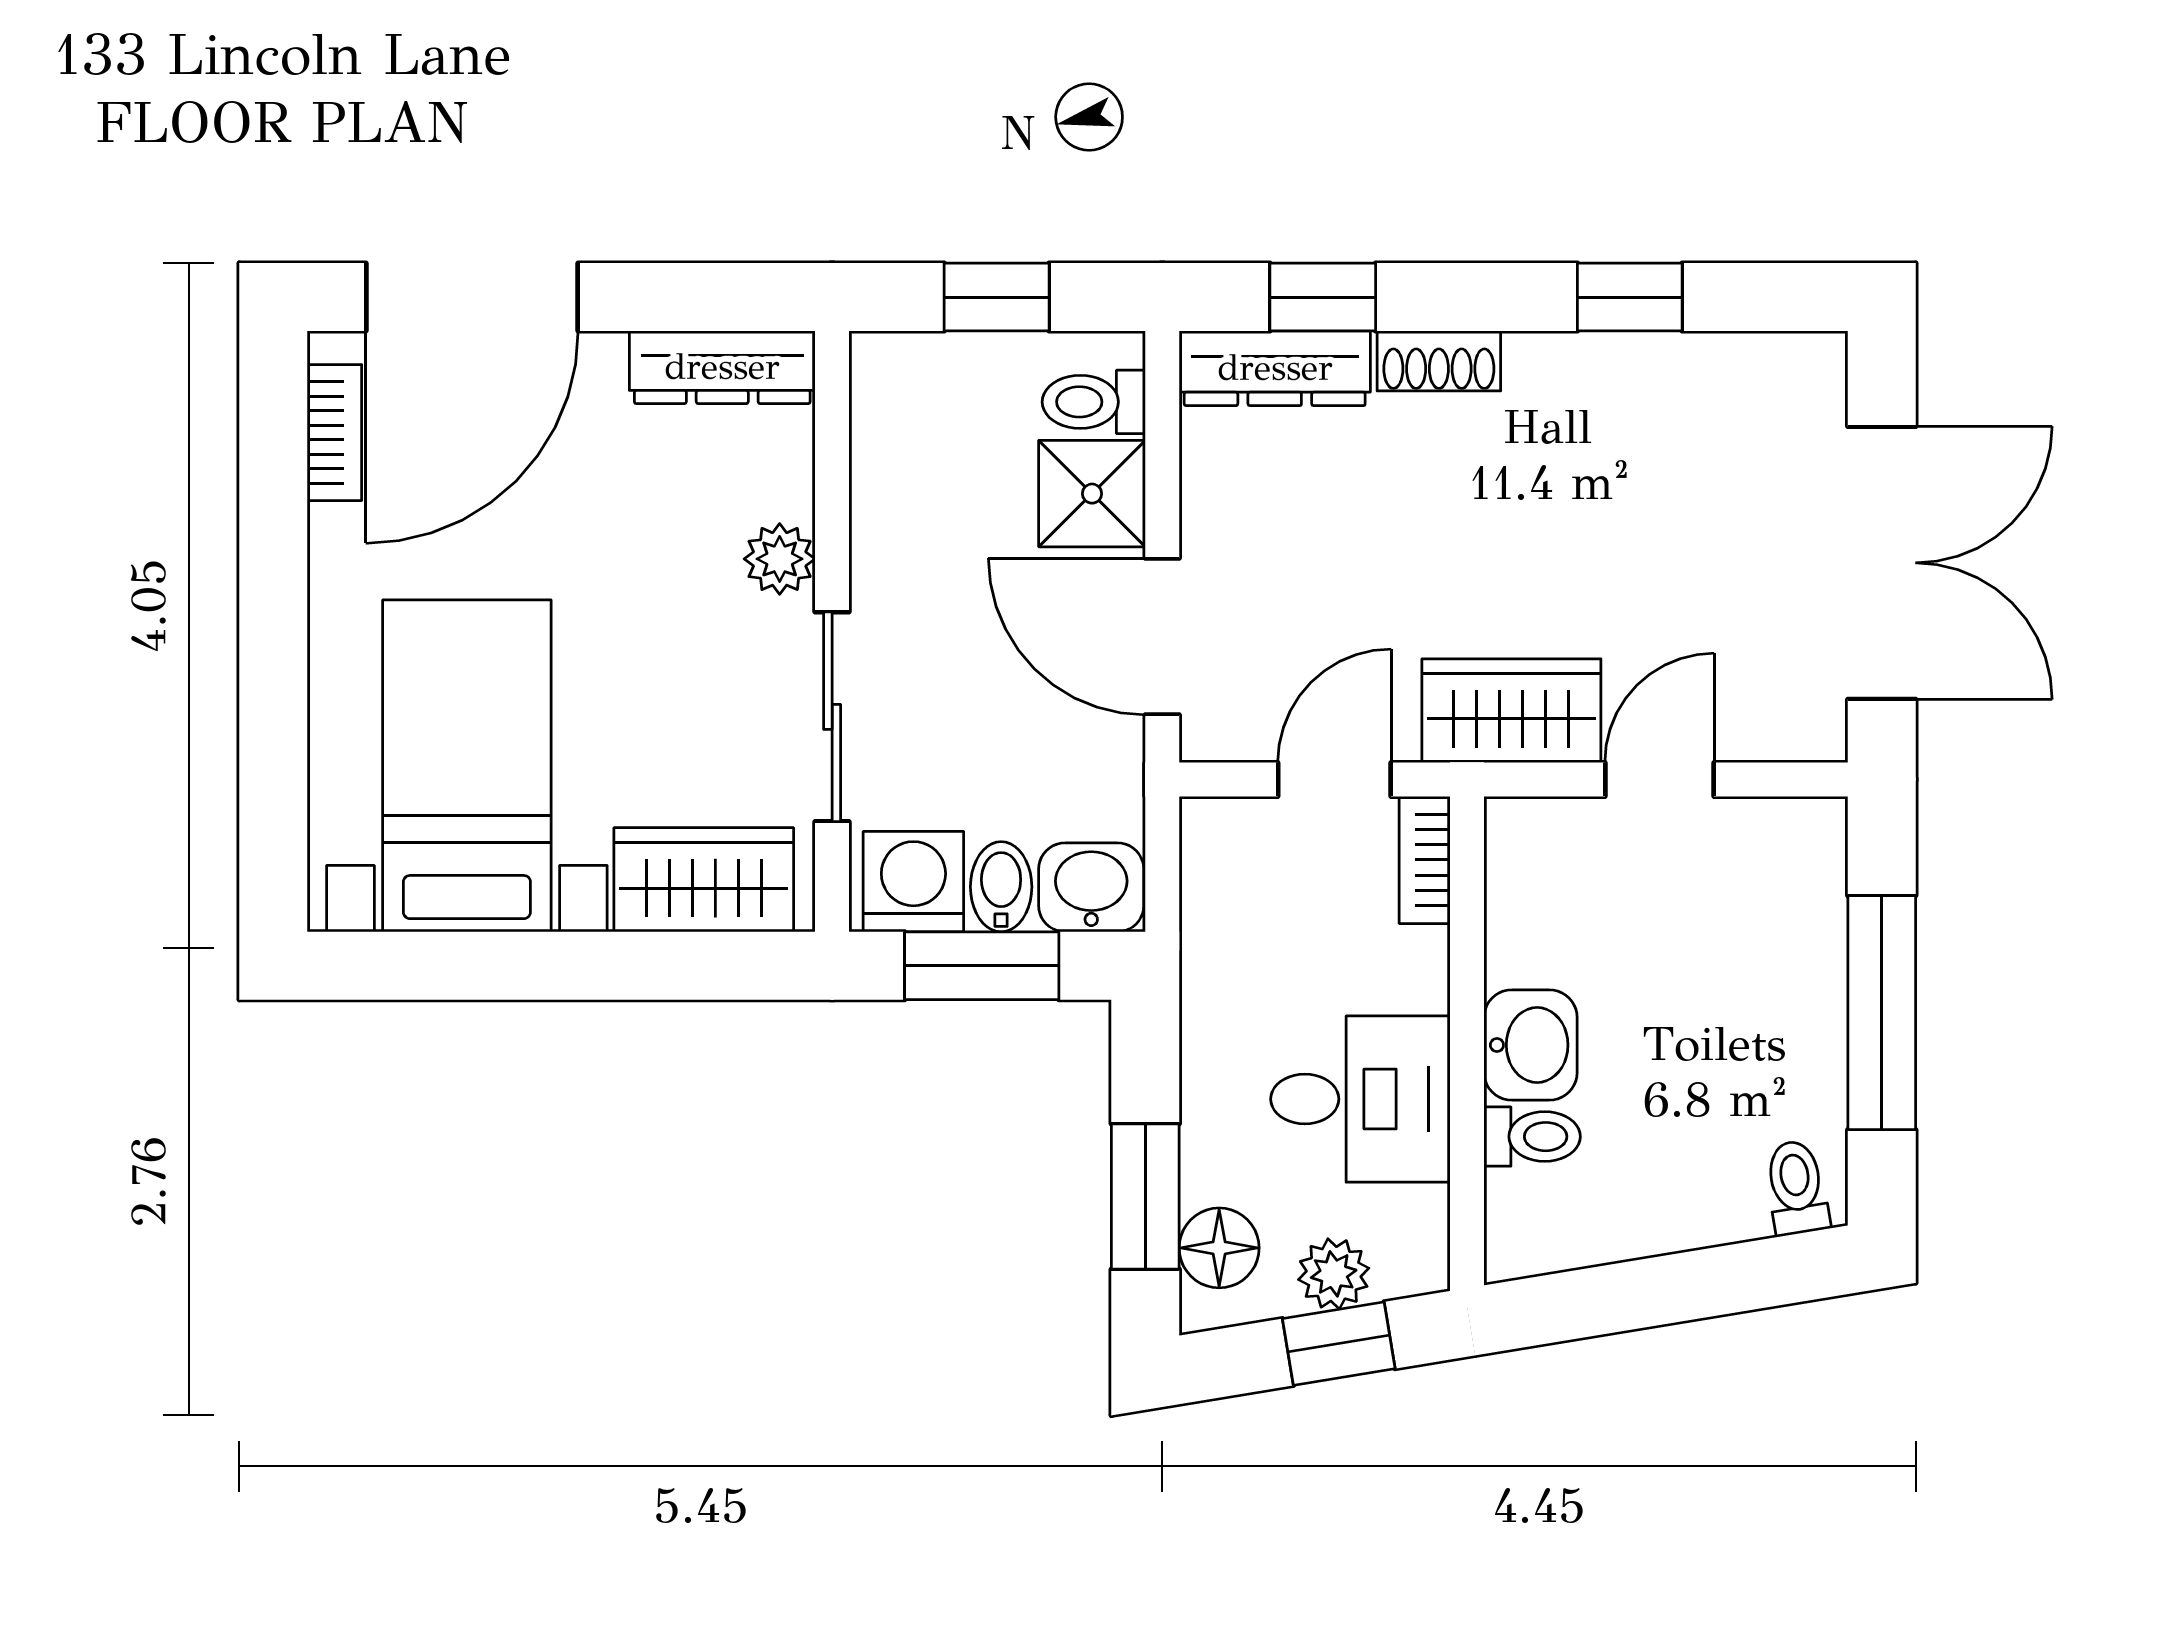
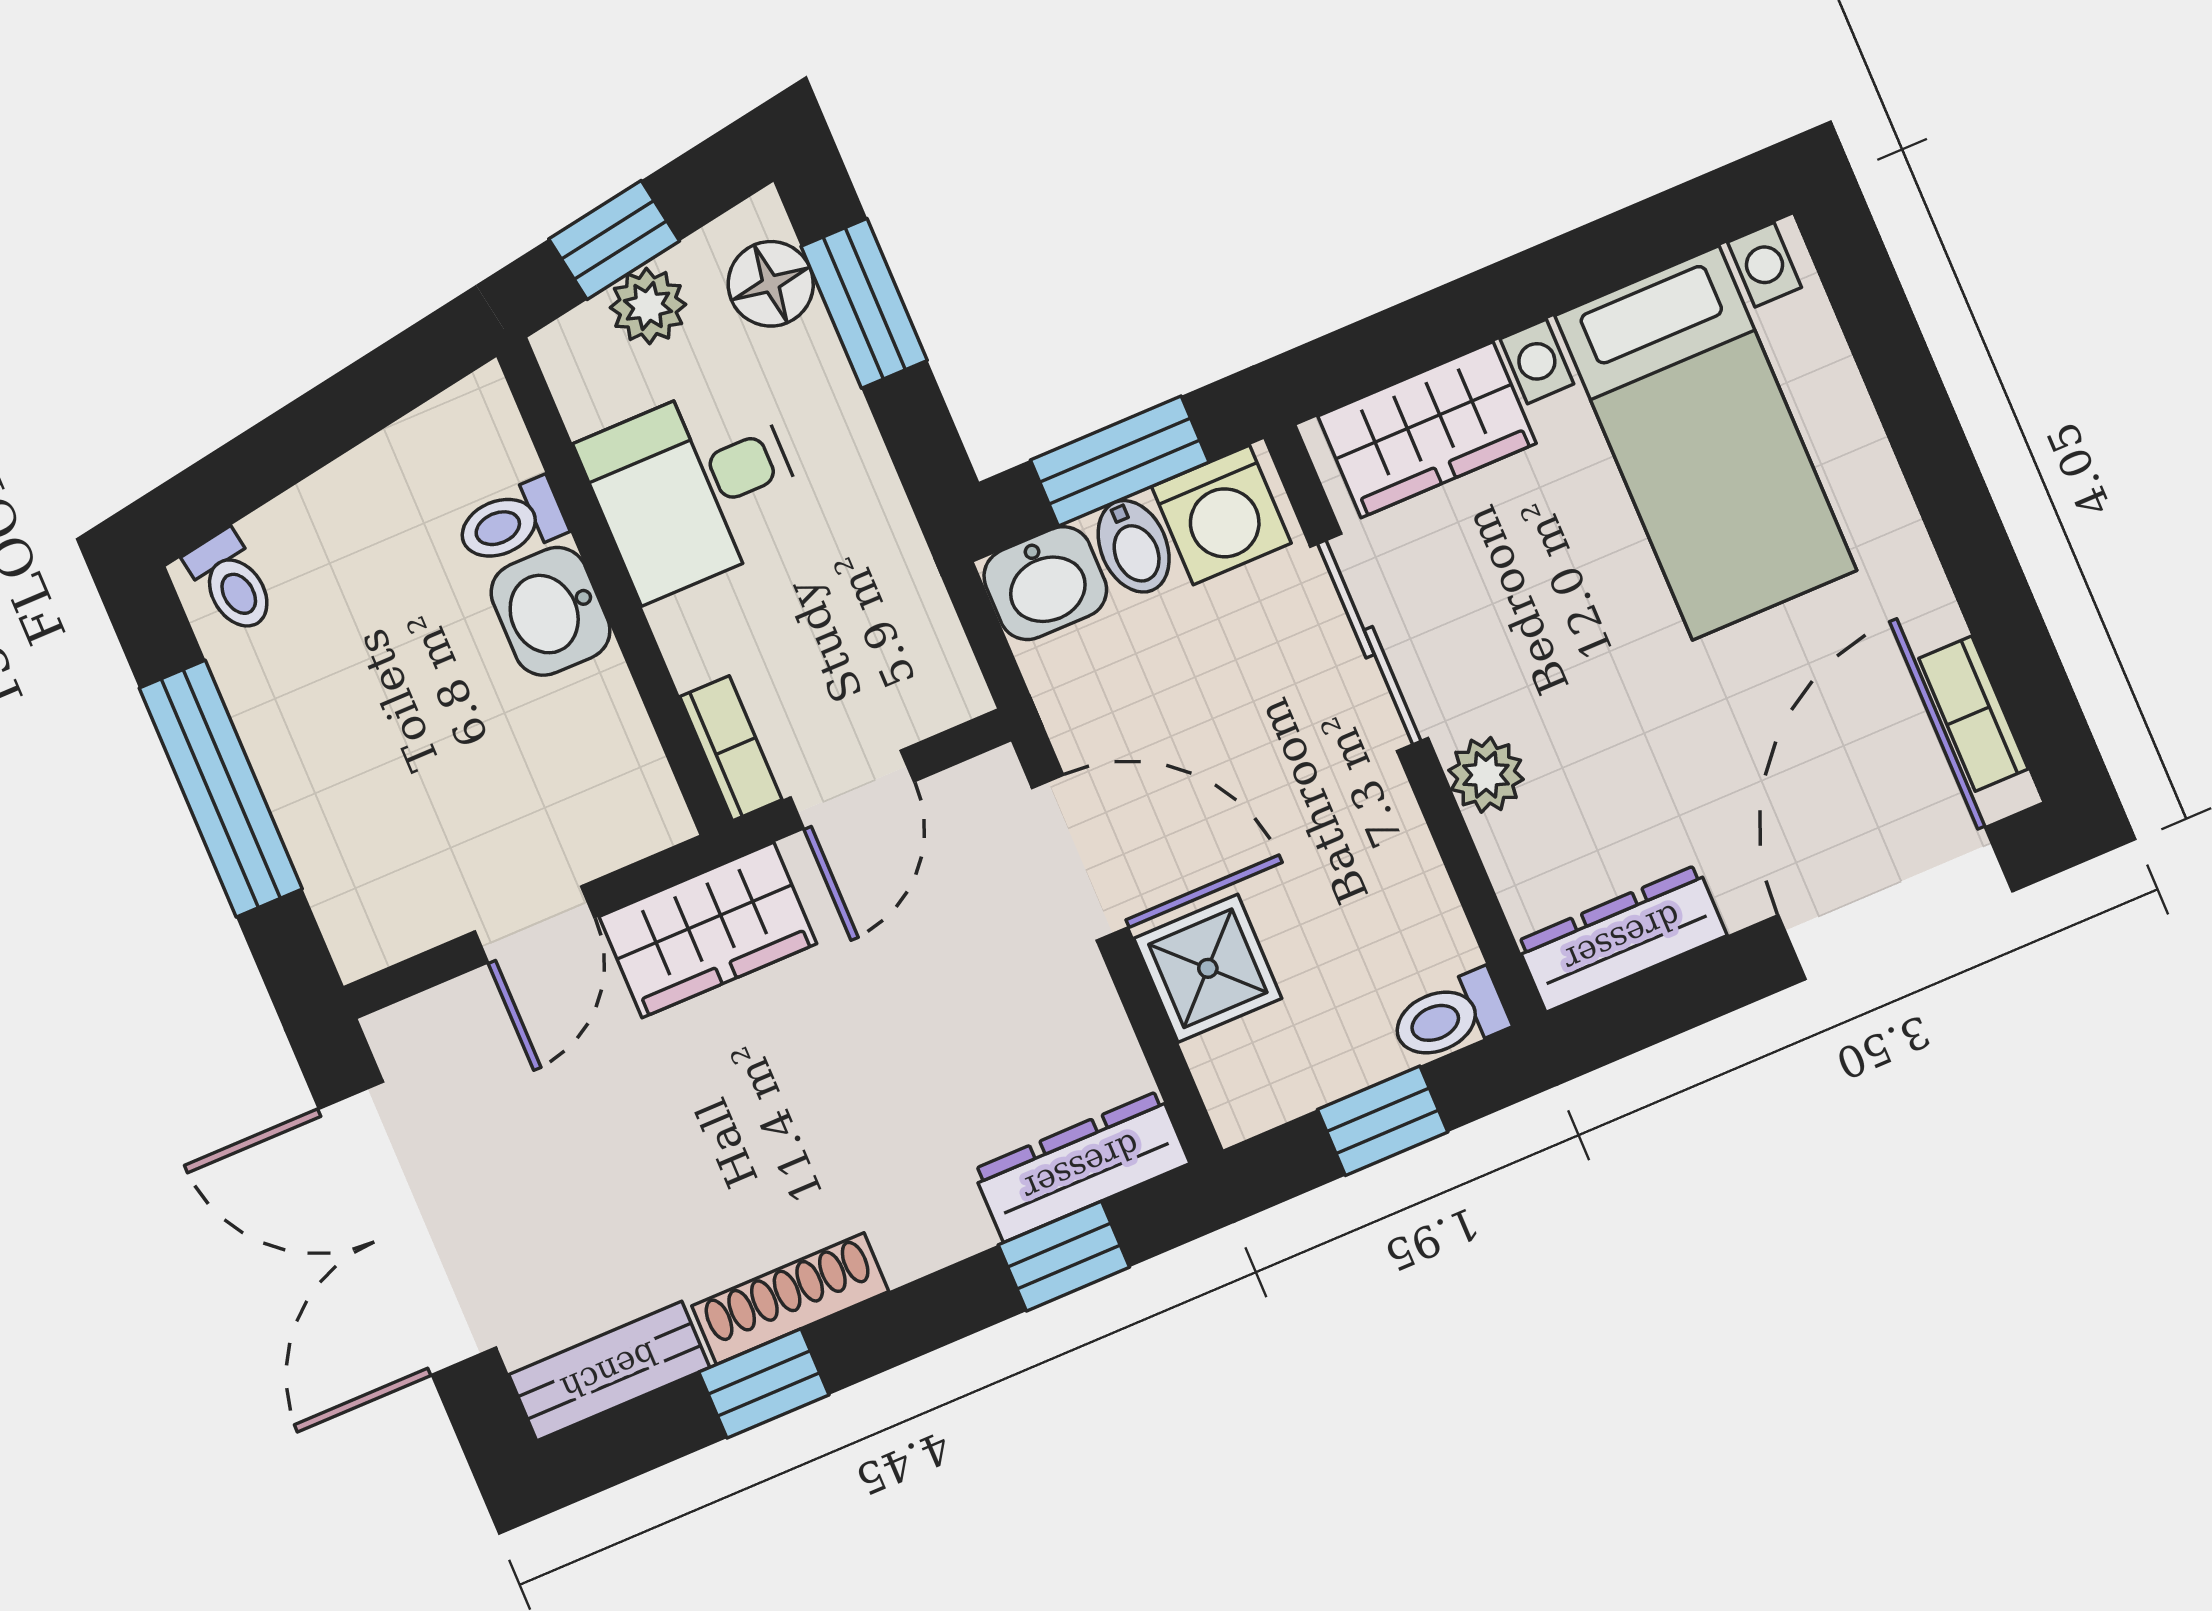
shoe rack: (1439, 361) -> (790, 1299), moved, width x1.43
bench: (1759, 365) -> (609, 1371), added
toilet: (1094, 402) -> (1449, 1017), moved, turned 180

